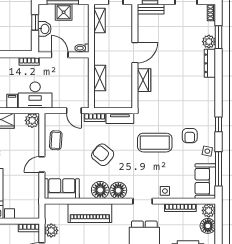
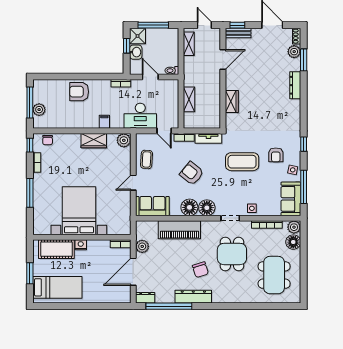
shower: (64, 12) -> (138, 36), moved
plant: (209, 42) -> (294, 52), moved
door: (135, 53) -> (223, 60), moved
desk: (35, 95) -> (140, 116), moved

